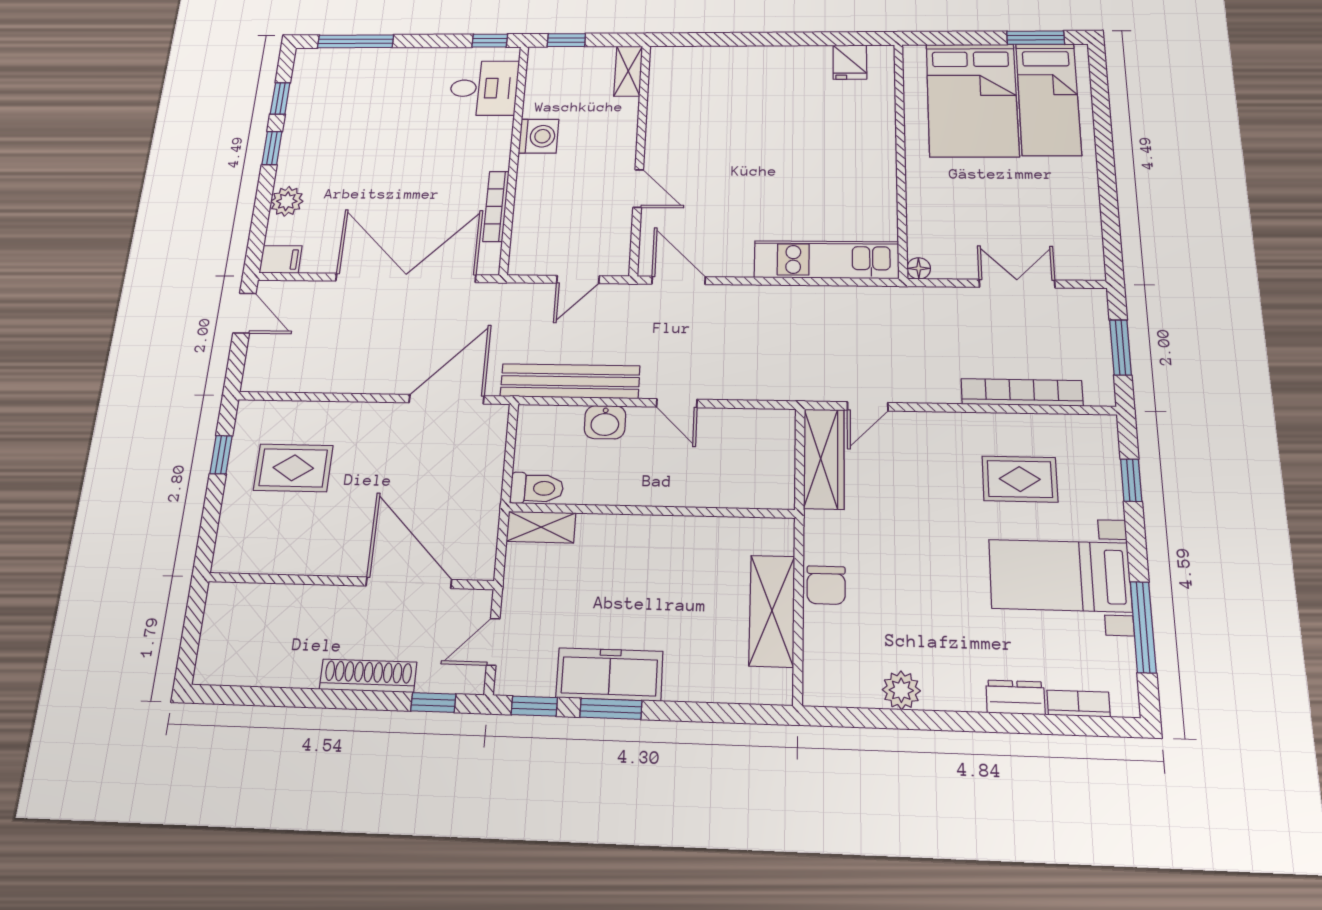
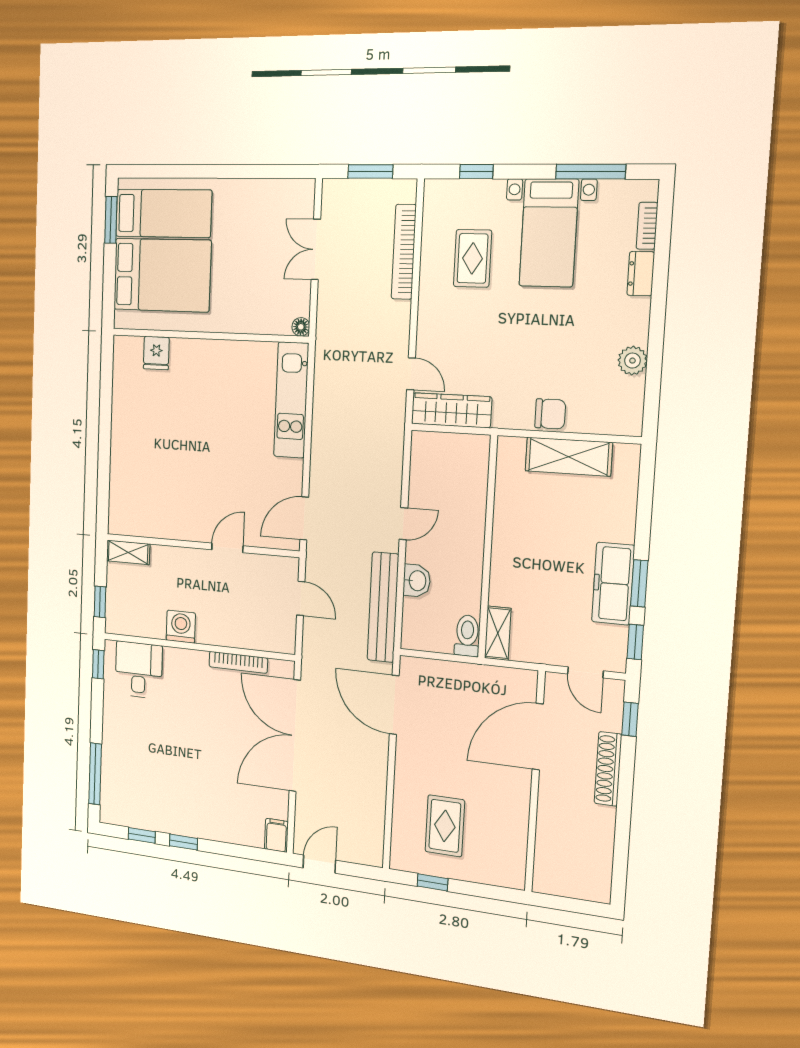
fridge: (850, 62) -> (156, 353), moved, turned 90
plant: (287, 201) -> (228, 830), removed

